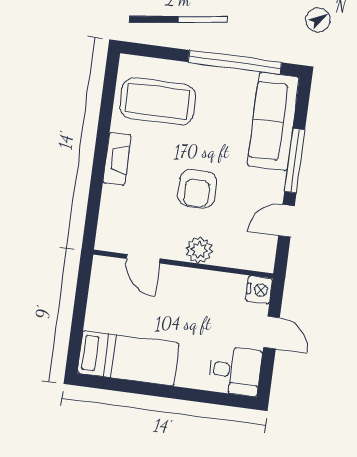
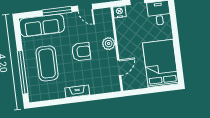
window: (235, 62) -> (23, 72), moved
coffee table: (157, 101) -> (47, 63), moved
bed: (128, 358) -> (161, 63), width x1.50

